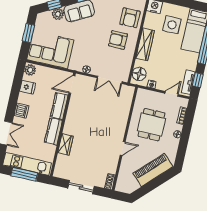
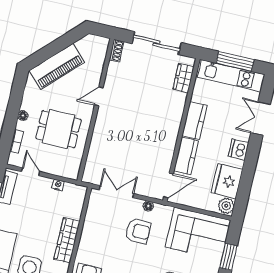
armchair: (118, 40) -> (138, 231), moved
floor lamp: (139, 74) -> (75, 199), removed
fridge: (27, 87) -> (227, 181), width x1.88, depth x1.34
door: (172, 94) -> (31, 172), swing flipped
dining table: (152, 125) -> (58, 129), turned 90
wardrobe: (65, 144) -> (183, 78), moved
sliding door: (81, 187) -> (157, 43), width x1.37

